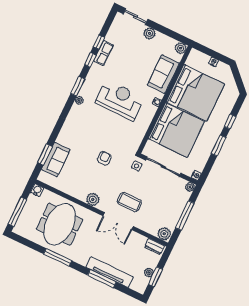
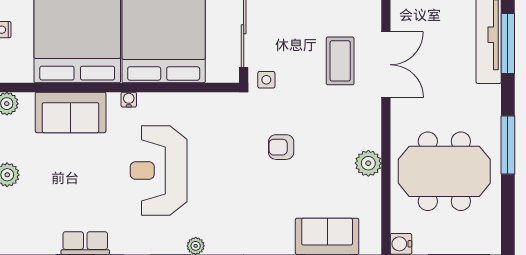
plant: (93, 199) -> (368, 163), moved

